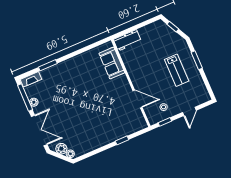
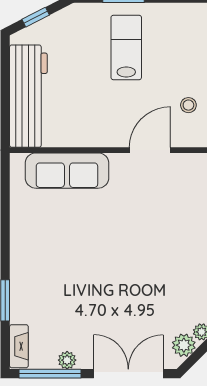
workbench: (127, 40) -> (28, 96), width x1.88, depth x1.32
sofa: (112, 63) -> (67, 171), width x1.36
lab bench: (177, 70) -> (126, 47), turned -90

